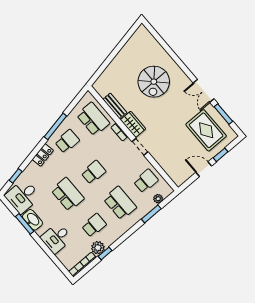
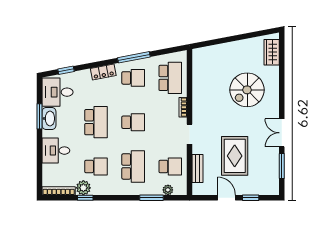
bench: (115, 106) -> (198, 169), moved
wardrobe: (133, 124) -> (272, 52), moved, turned 180
rug: (206, 130) -> (235, 156), moved

